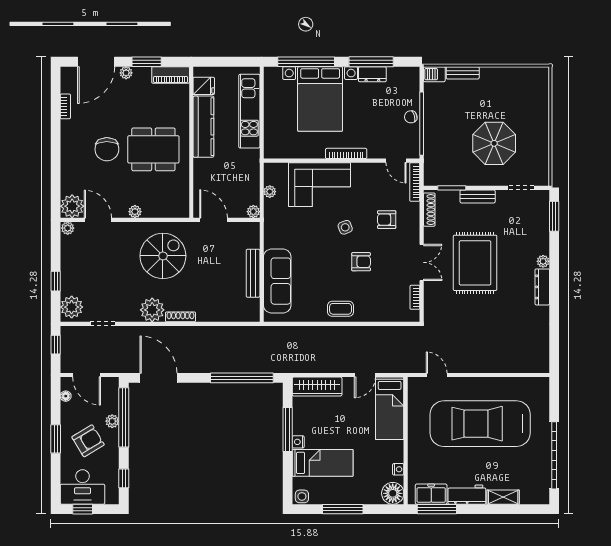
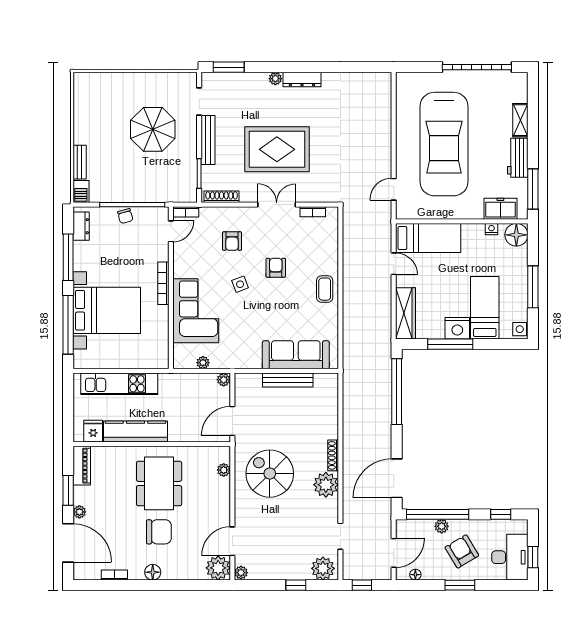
dresser: (372, 74) -> (81, 226), moved
floor lamp: (68, 143) -> (153, 572), added
bookcase: (415, 182) -> (186, 212), width x0.64
bench: (478, 196) -> (208, 140), width x1.36
plant: (135, 212) -> (224, 470), moved
nightstand: (298, 442) -> (457, 328), width x1.89, depth x1.79
freezer: (431, 494) -> (500, 209), moved, turned 90

